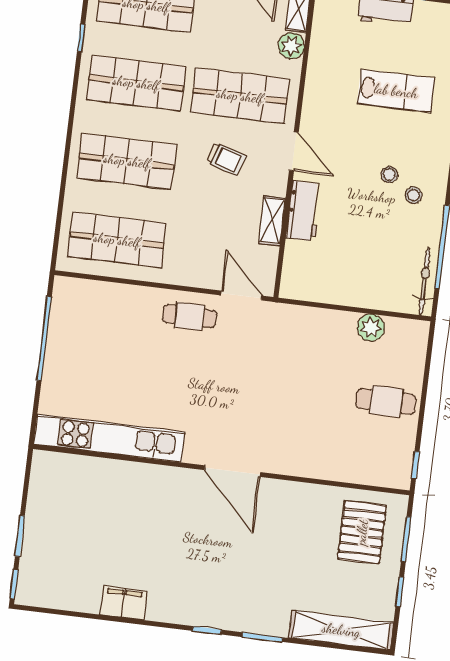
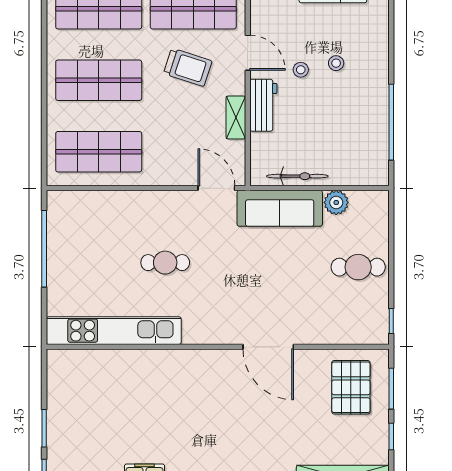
trolley: (226, 159) -> (188, 67), width x1.36, depth x1.39
stool: (413, 195) -> (301, 70), moved
bicycle: (425, 281) -> (297, 176), moved, turned 90
cafe table: (189, 316) -> (165, 263), moved
sofa: (308, 326) -> (280, 208), added
door: (233, 471) -> (268, 347), moved

